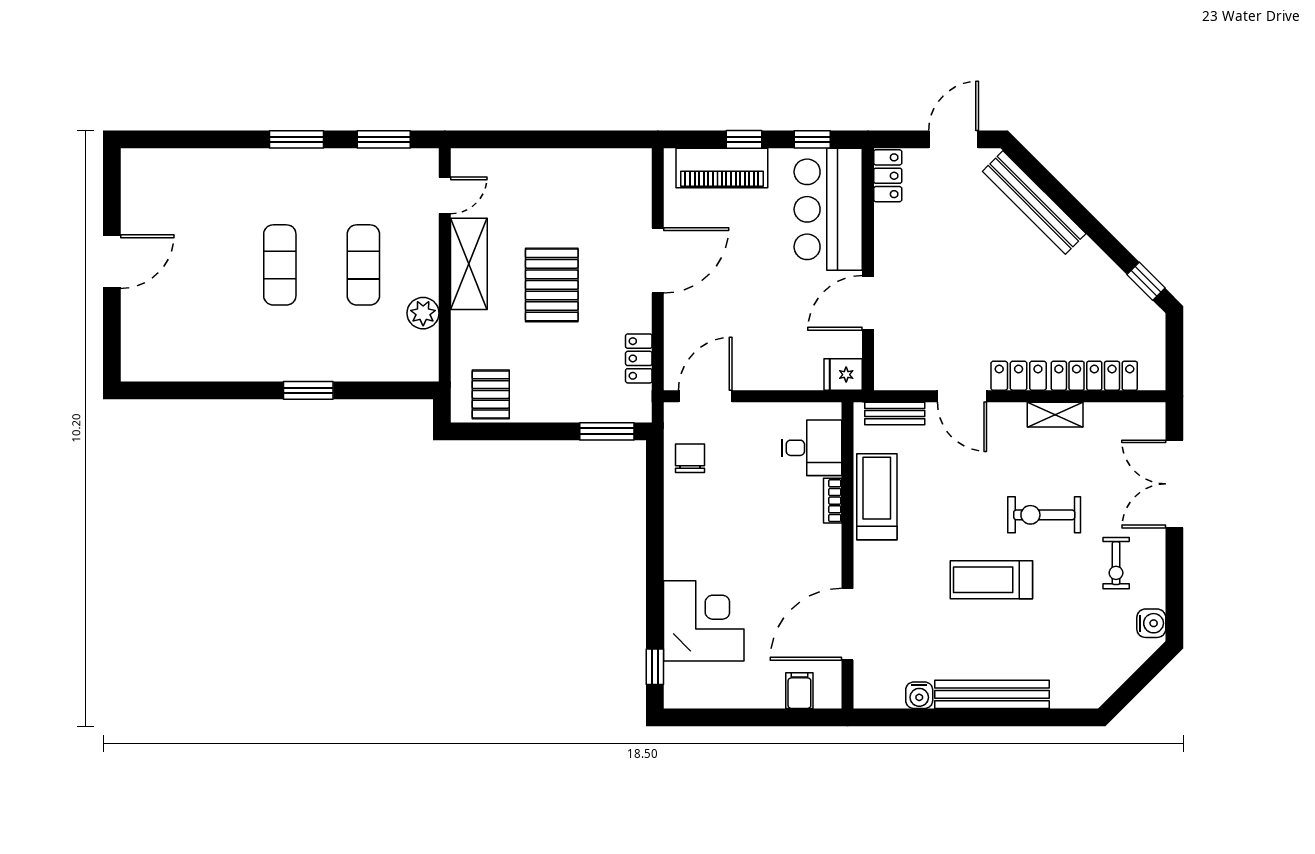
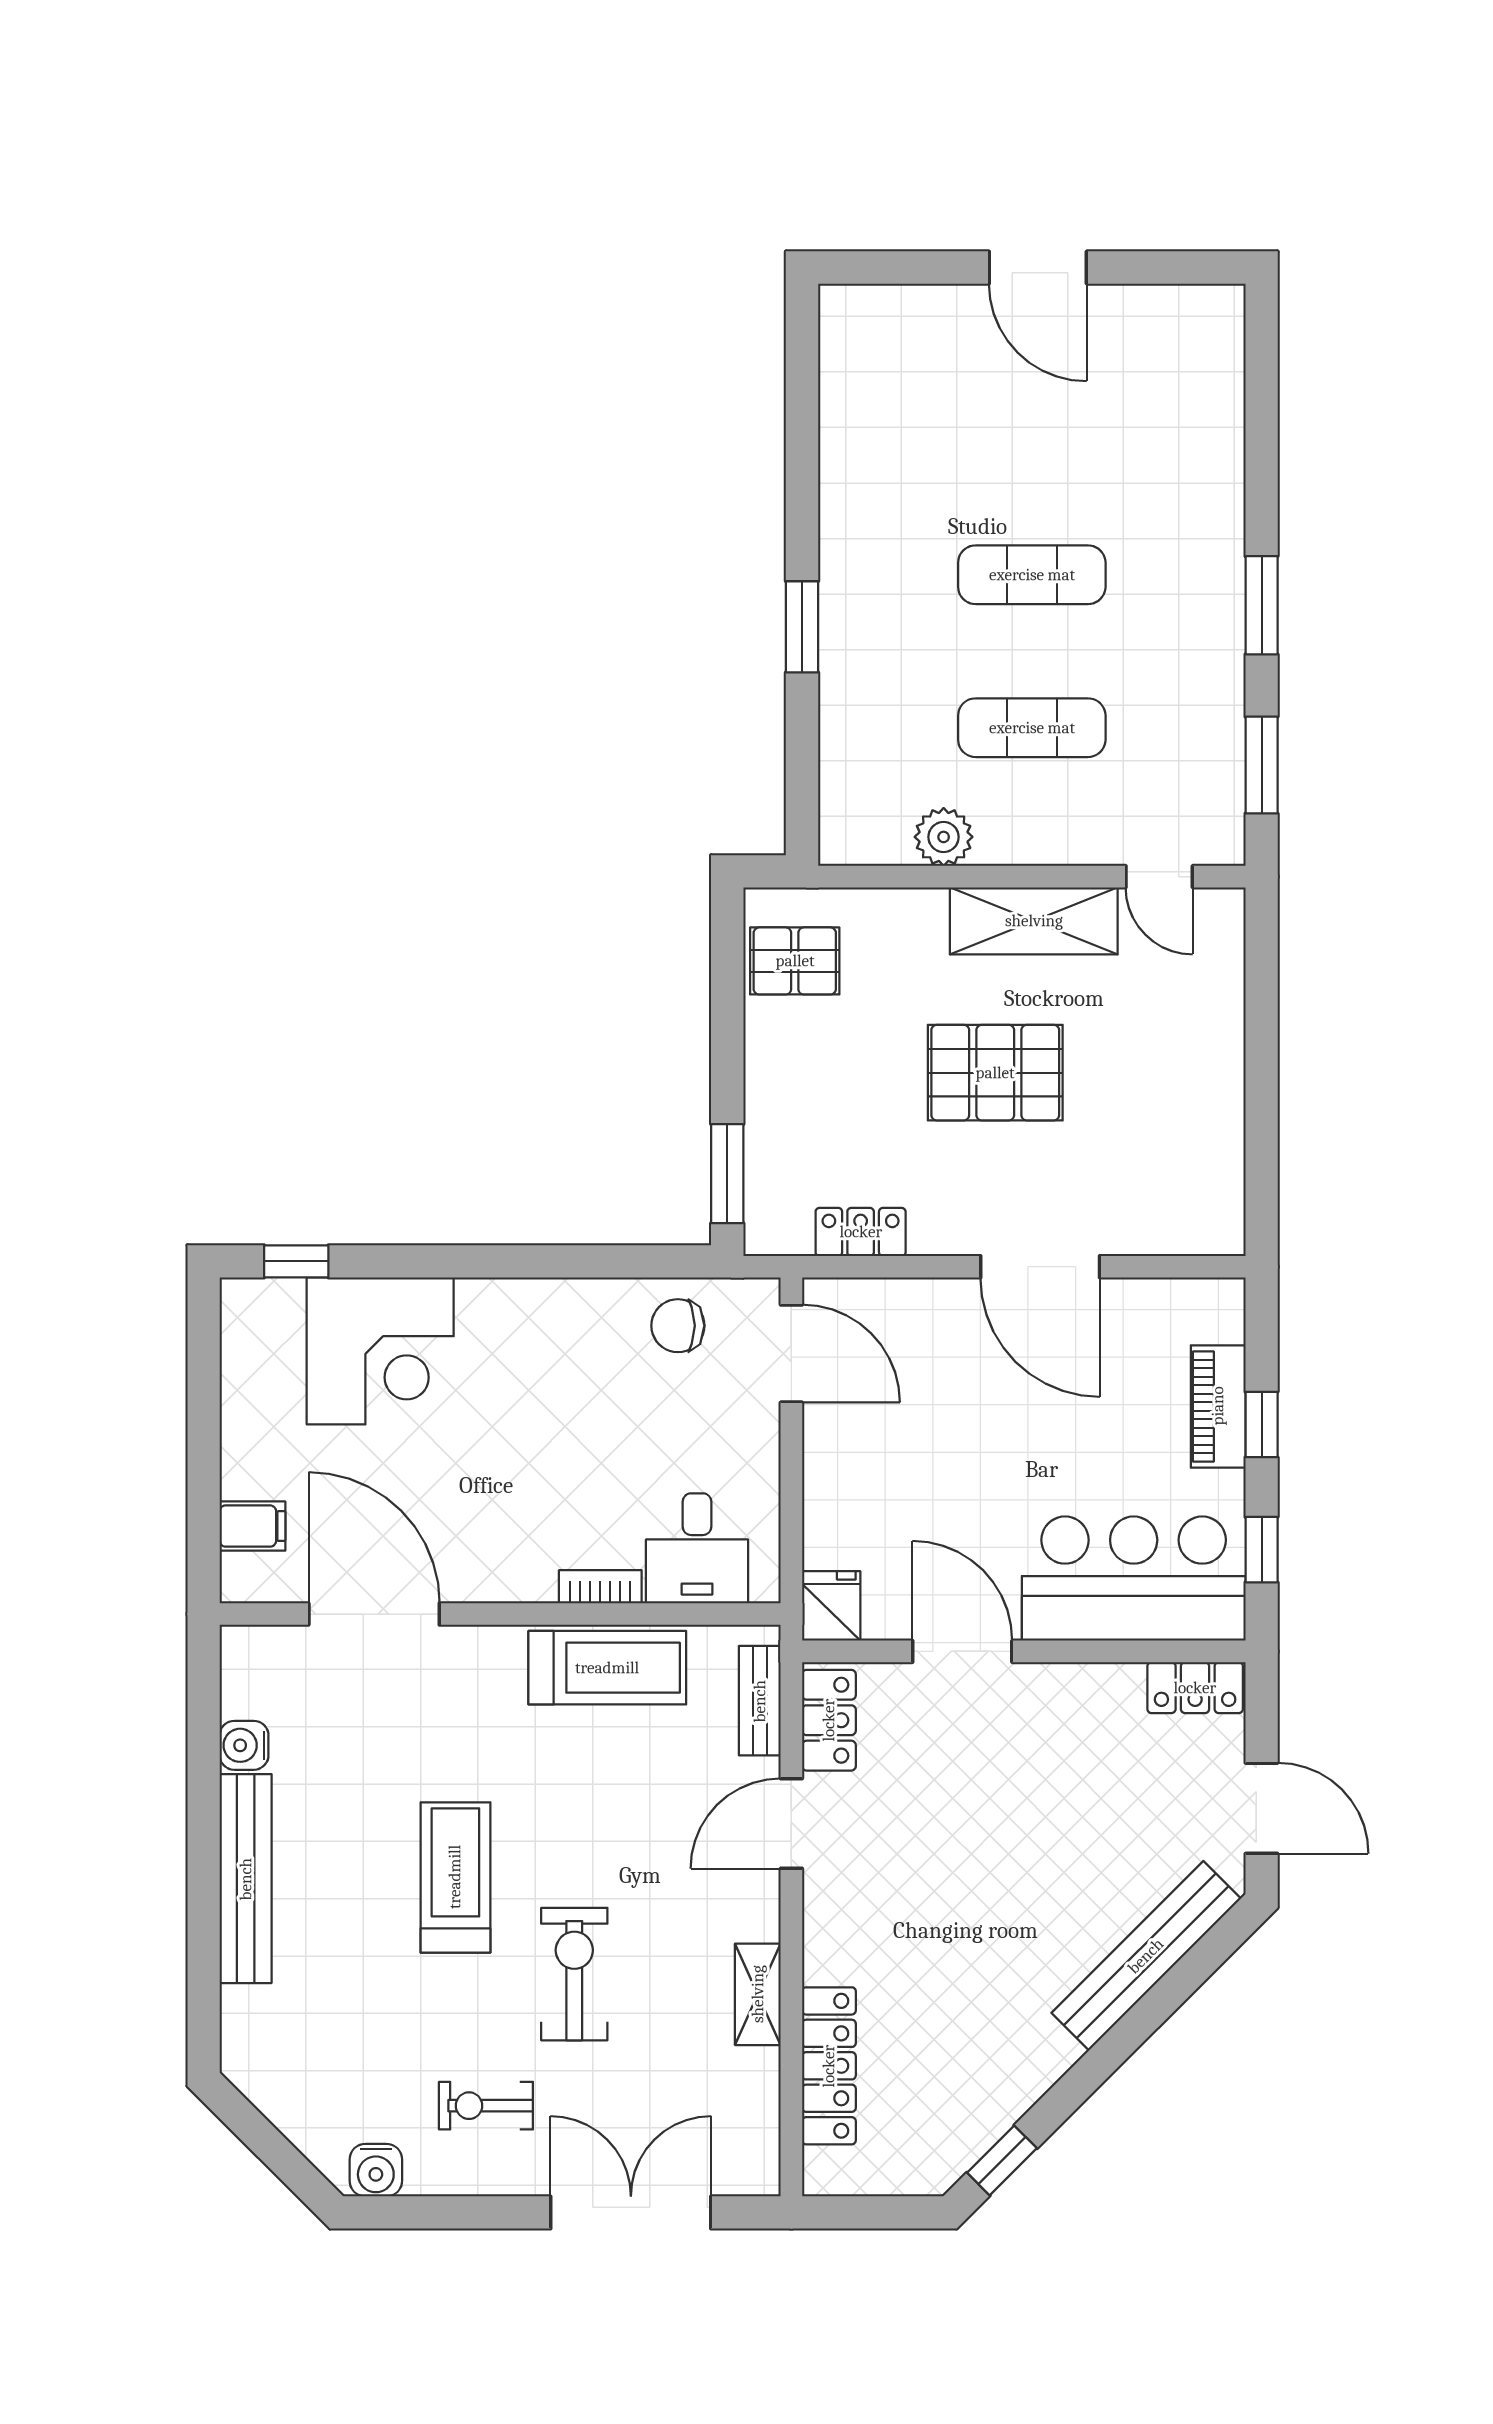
piano: (722, 168) -> (1218, 1406), width x0.73, depth x0.75
locker: (1019, 376) -> (829, 1720), moved
chair: (690, 458) -> (678, 1326), turned 180

